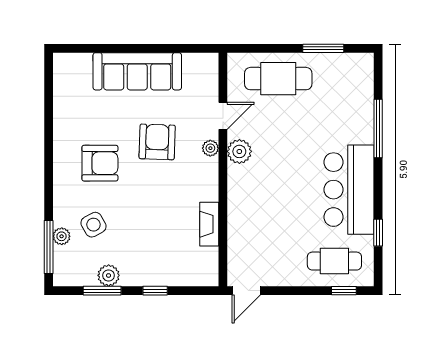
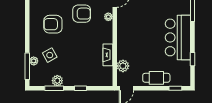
armchair: (157, 142) -> (82, 14), turned 88
plant: (239, 151) -> (123, 66), moved
armchair: (100, 163) -> (53, 24), turned 180
cafe table: (334, 261) -> (156, 78), moved

